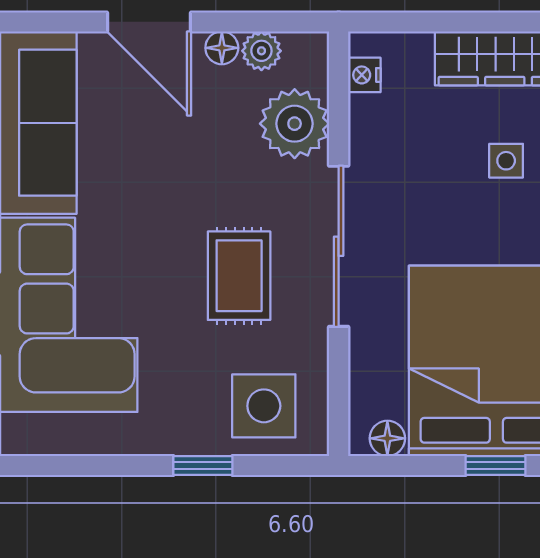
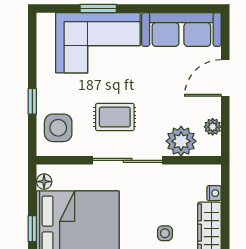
floor lamp: (222, 48) -> (214, 110), removed
nightstand: (364, 75) -> (214, 193), moved, turned 90

